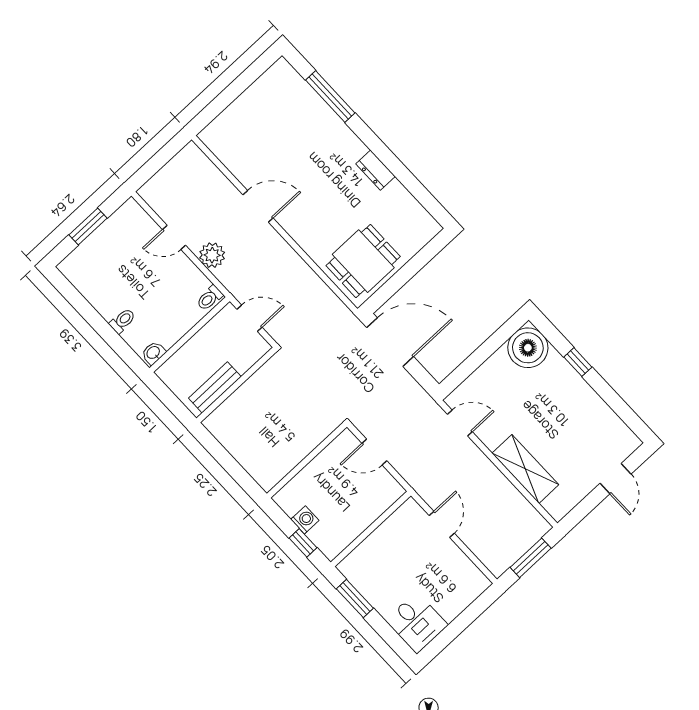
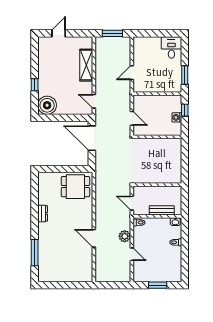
door: (390, 342) -> (92, 138), moved
bench: (215, 387) -> (162, 210), moved

